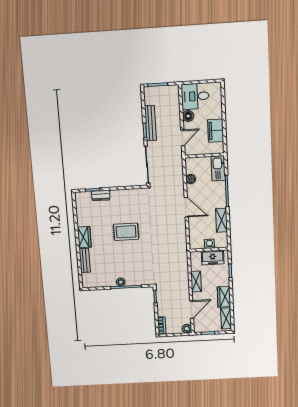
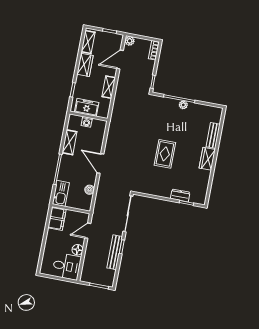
filing cabinet: (216, 131) -> (57, 219), moved
rug: (126, 232) -> (165, 154), turned 90

